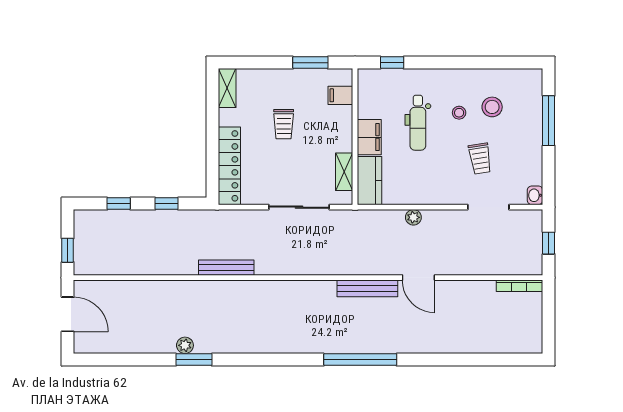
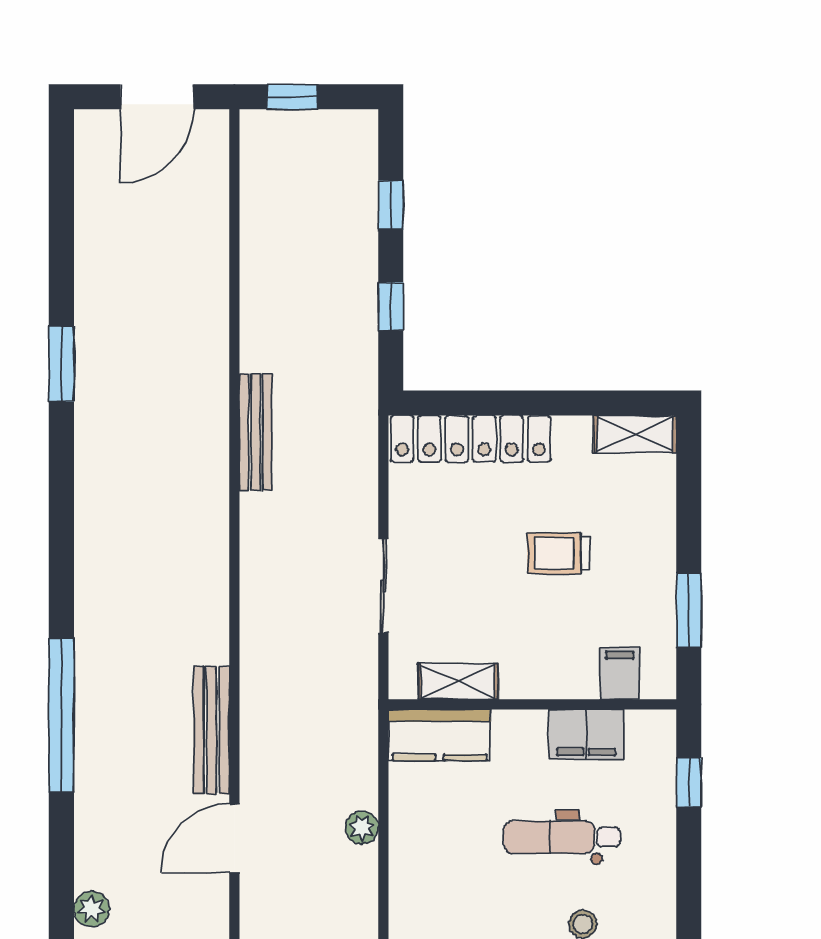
filing cabinet: (369, 137) -> (586, 734), moved
sliding door: (299, 207) -> (383, 586), width x0.73
plant: (185, 345) -> (91, 909), moved

